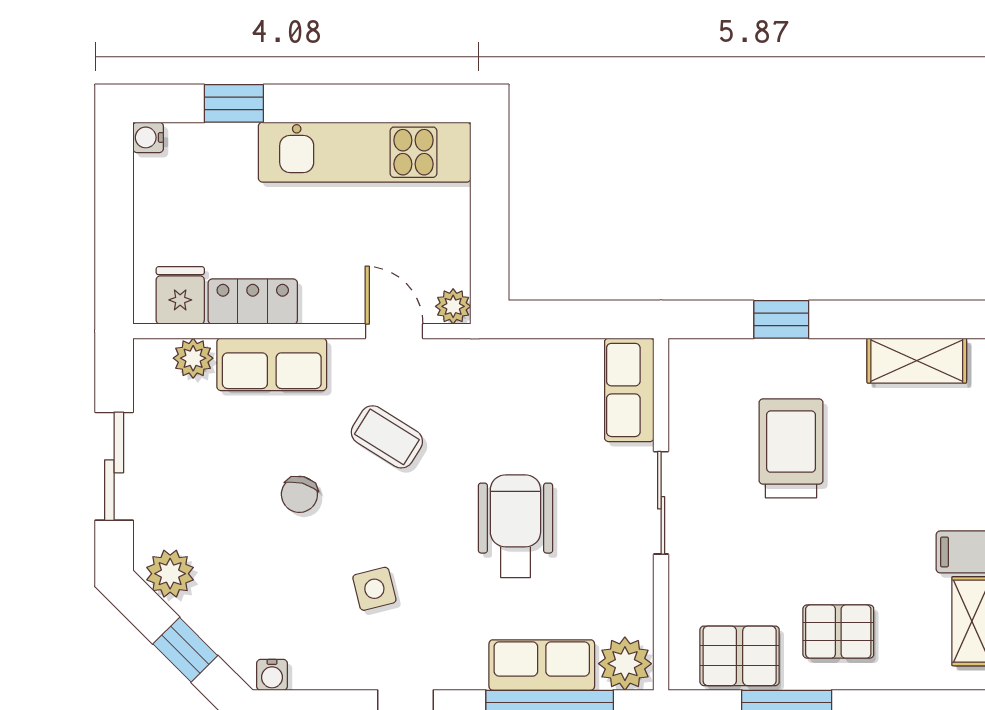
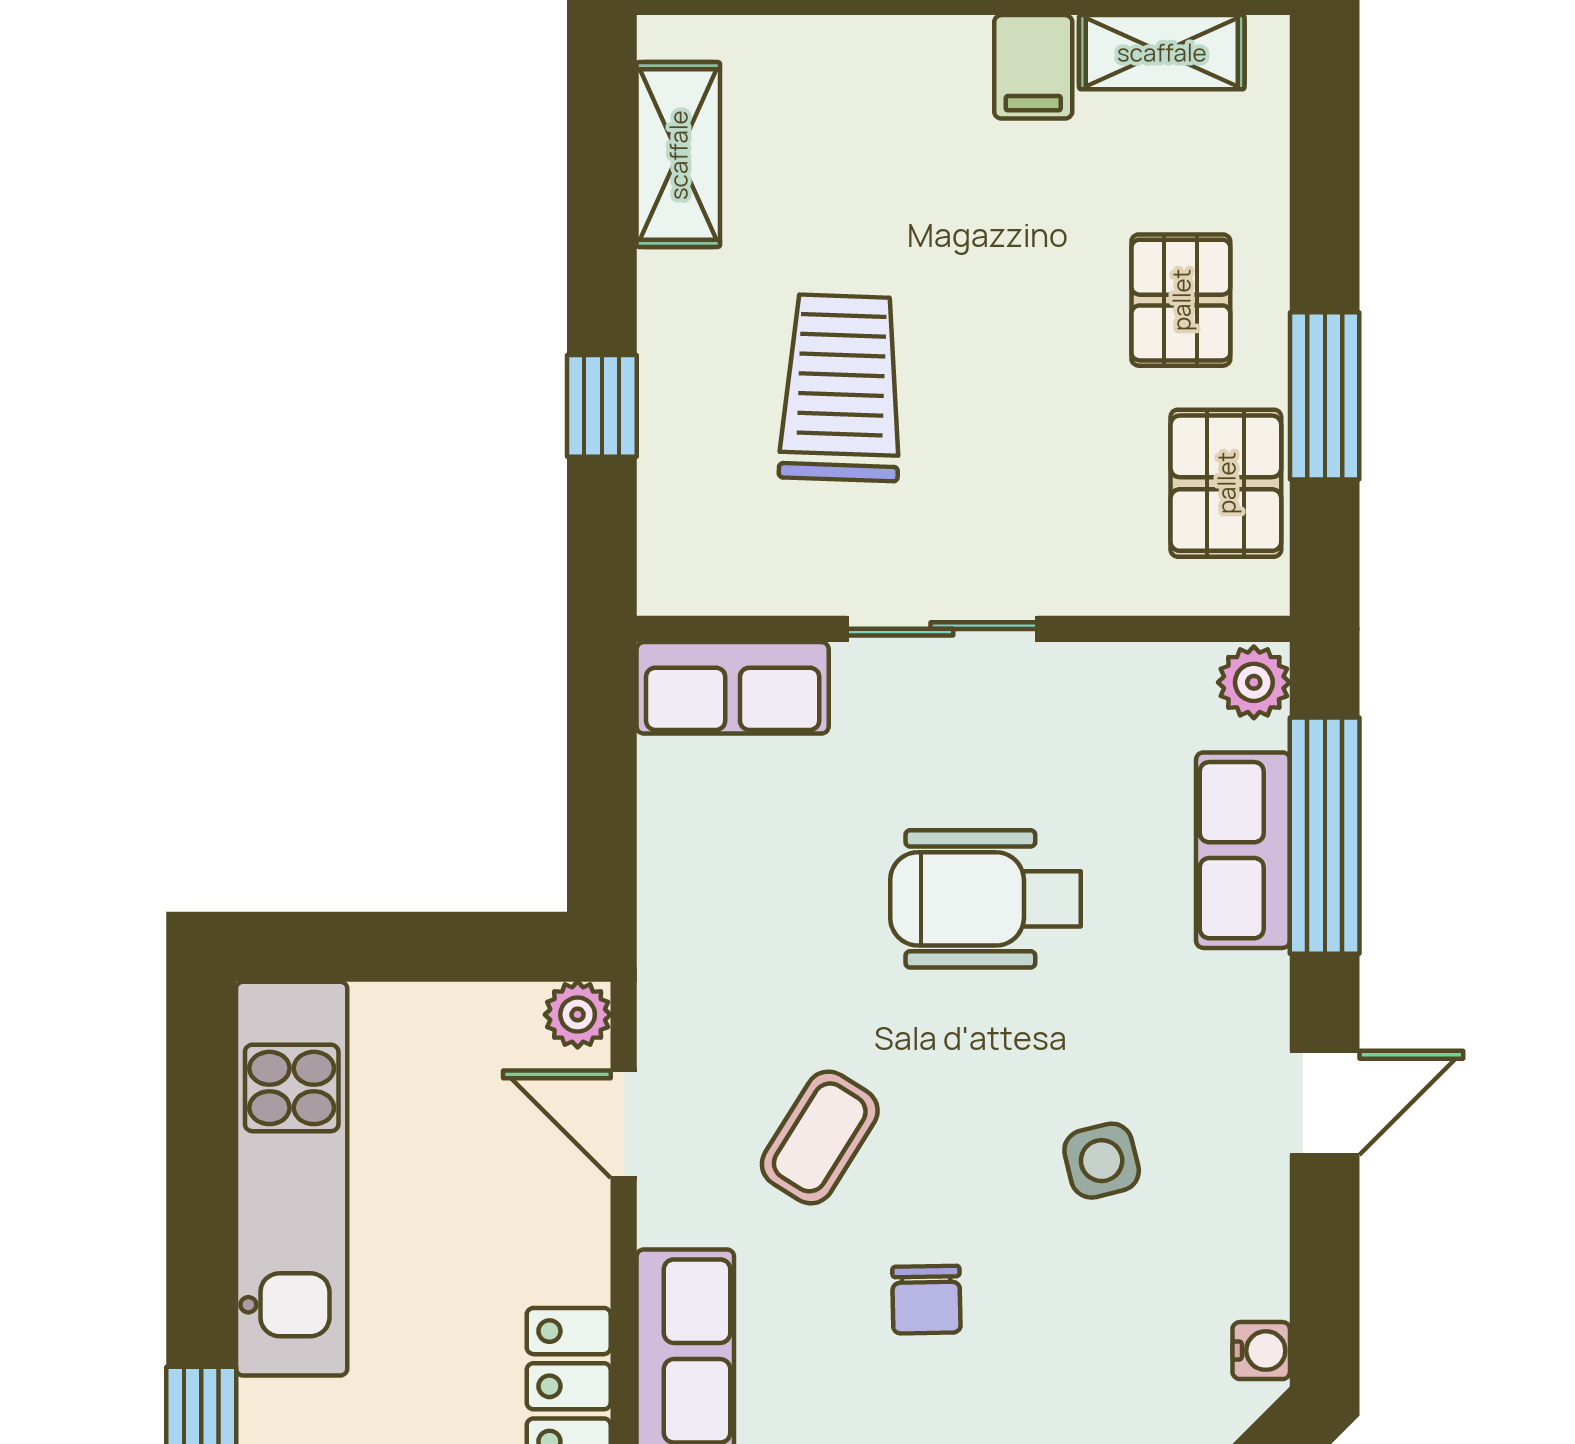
door: (394, 331) -> (624, 1124), hinge flipped
trolley: (791, 448) -> (841, 388), turned 92
chair: (299, 494) -> (926, 1300), turned 74
plant: (625, 664) -> (1254, 682), width x0.73, depth x0.73

